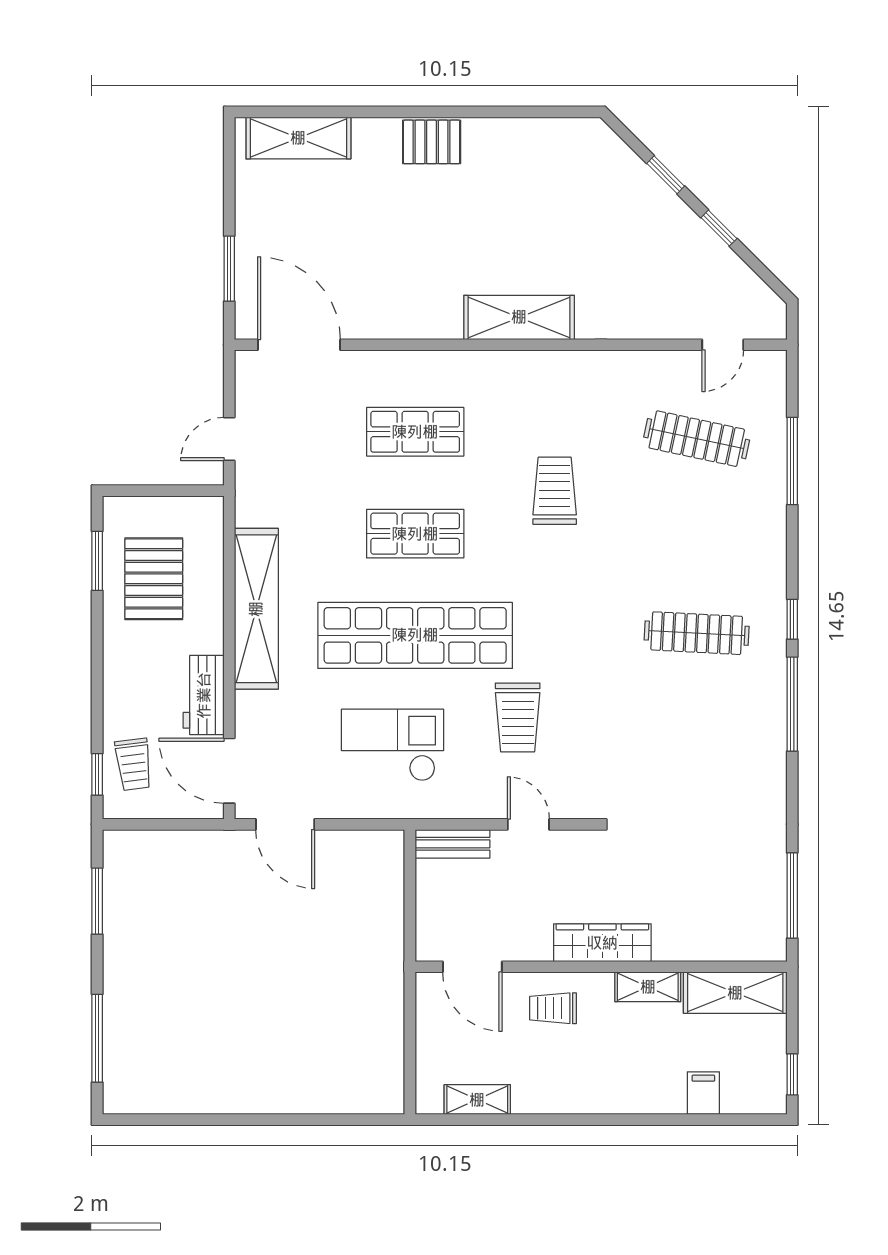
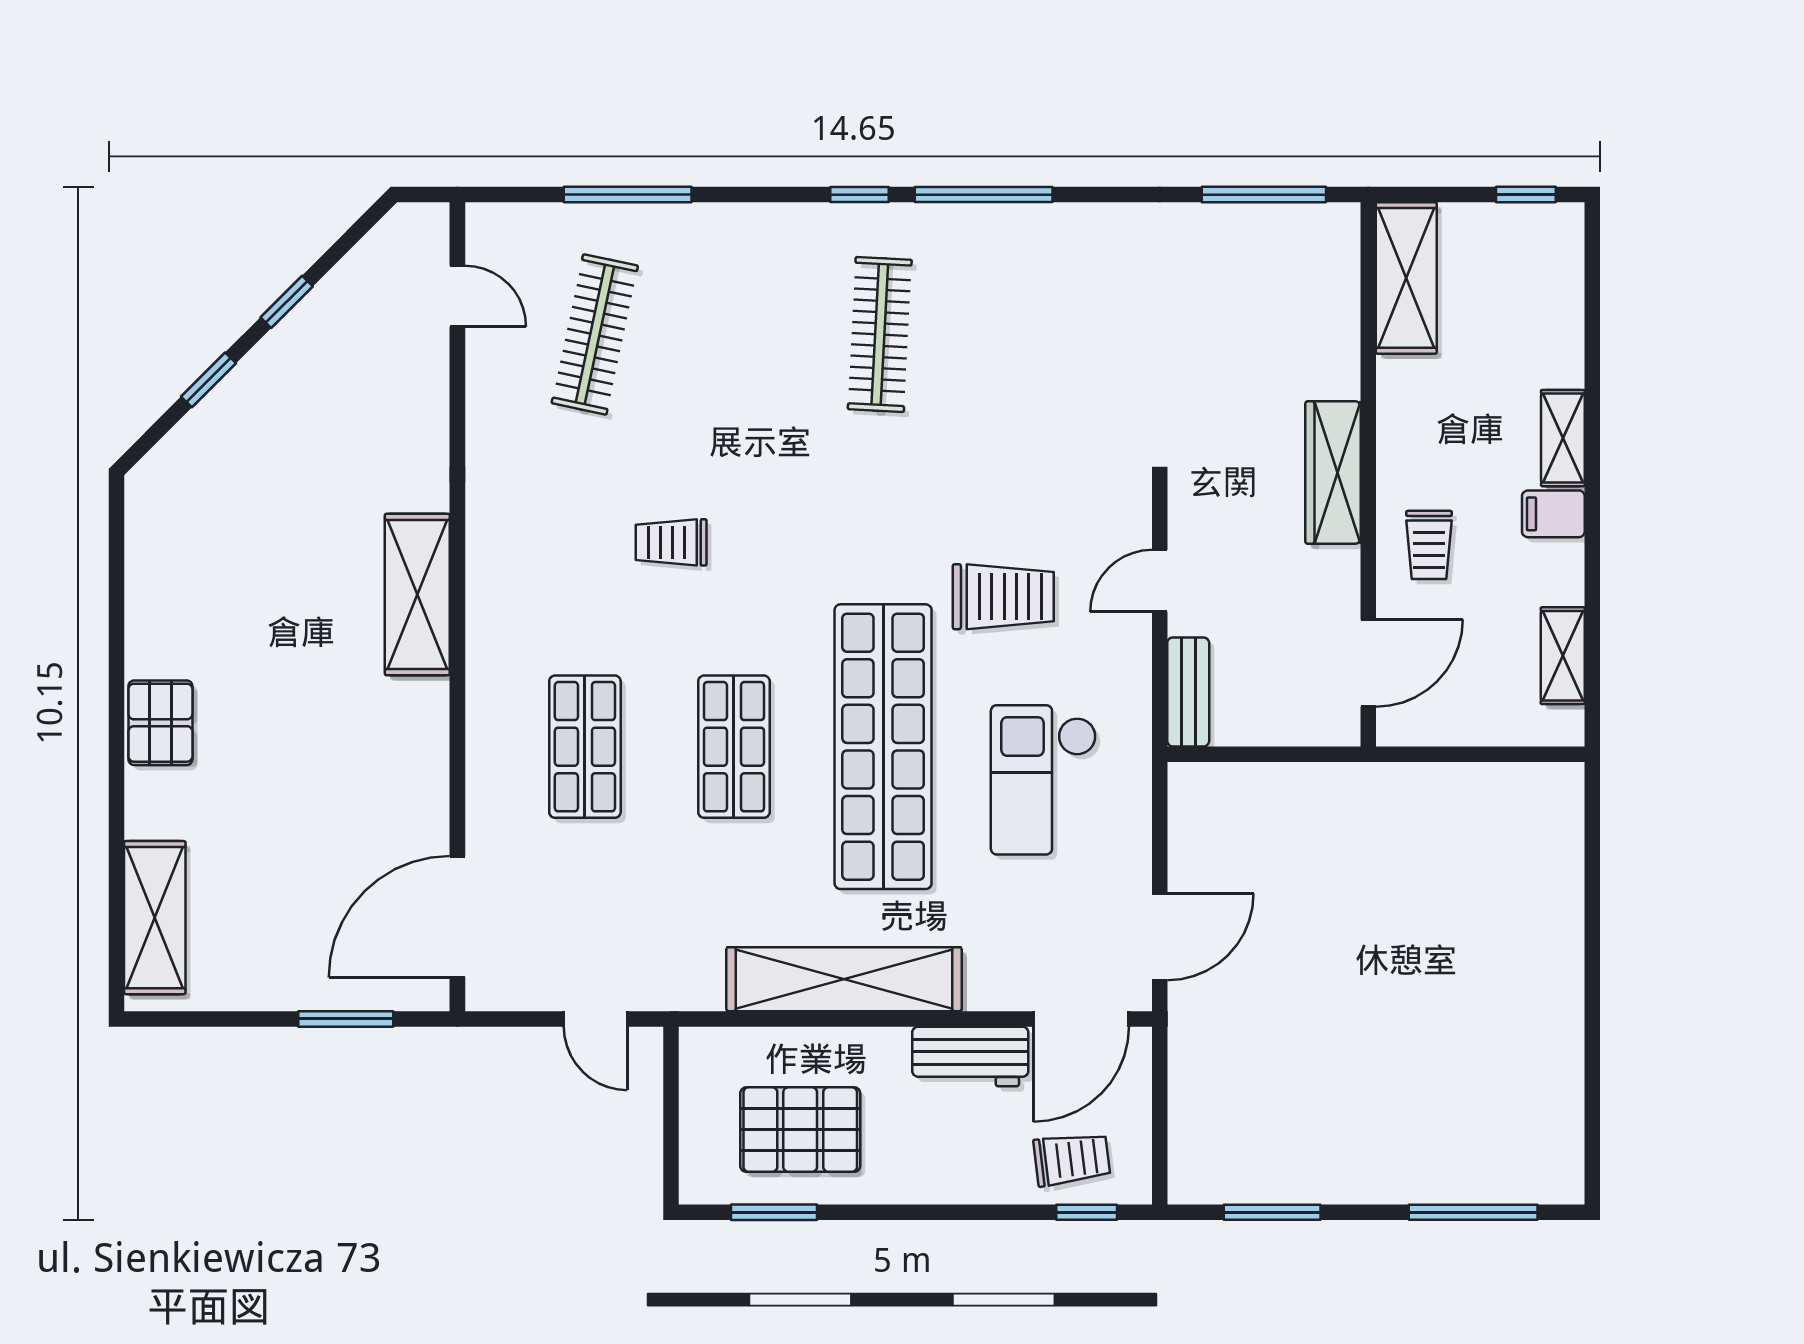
trolley: (555, 491) -> (671, 542), width x0.73, depth x0.72
shelving: (648, 987) -> (1563, 438), moved
filing cabinet: (703, 1093) -> (1553, 514), moved

